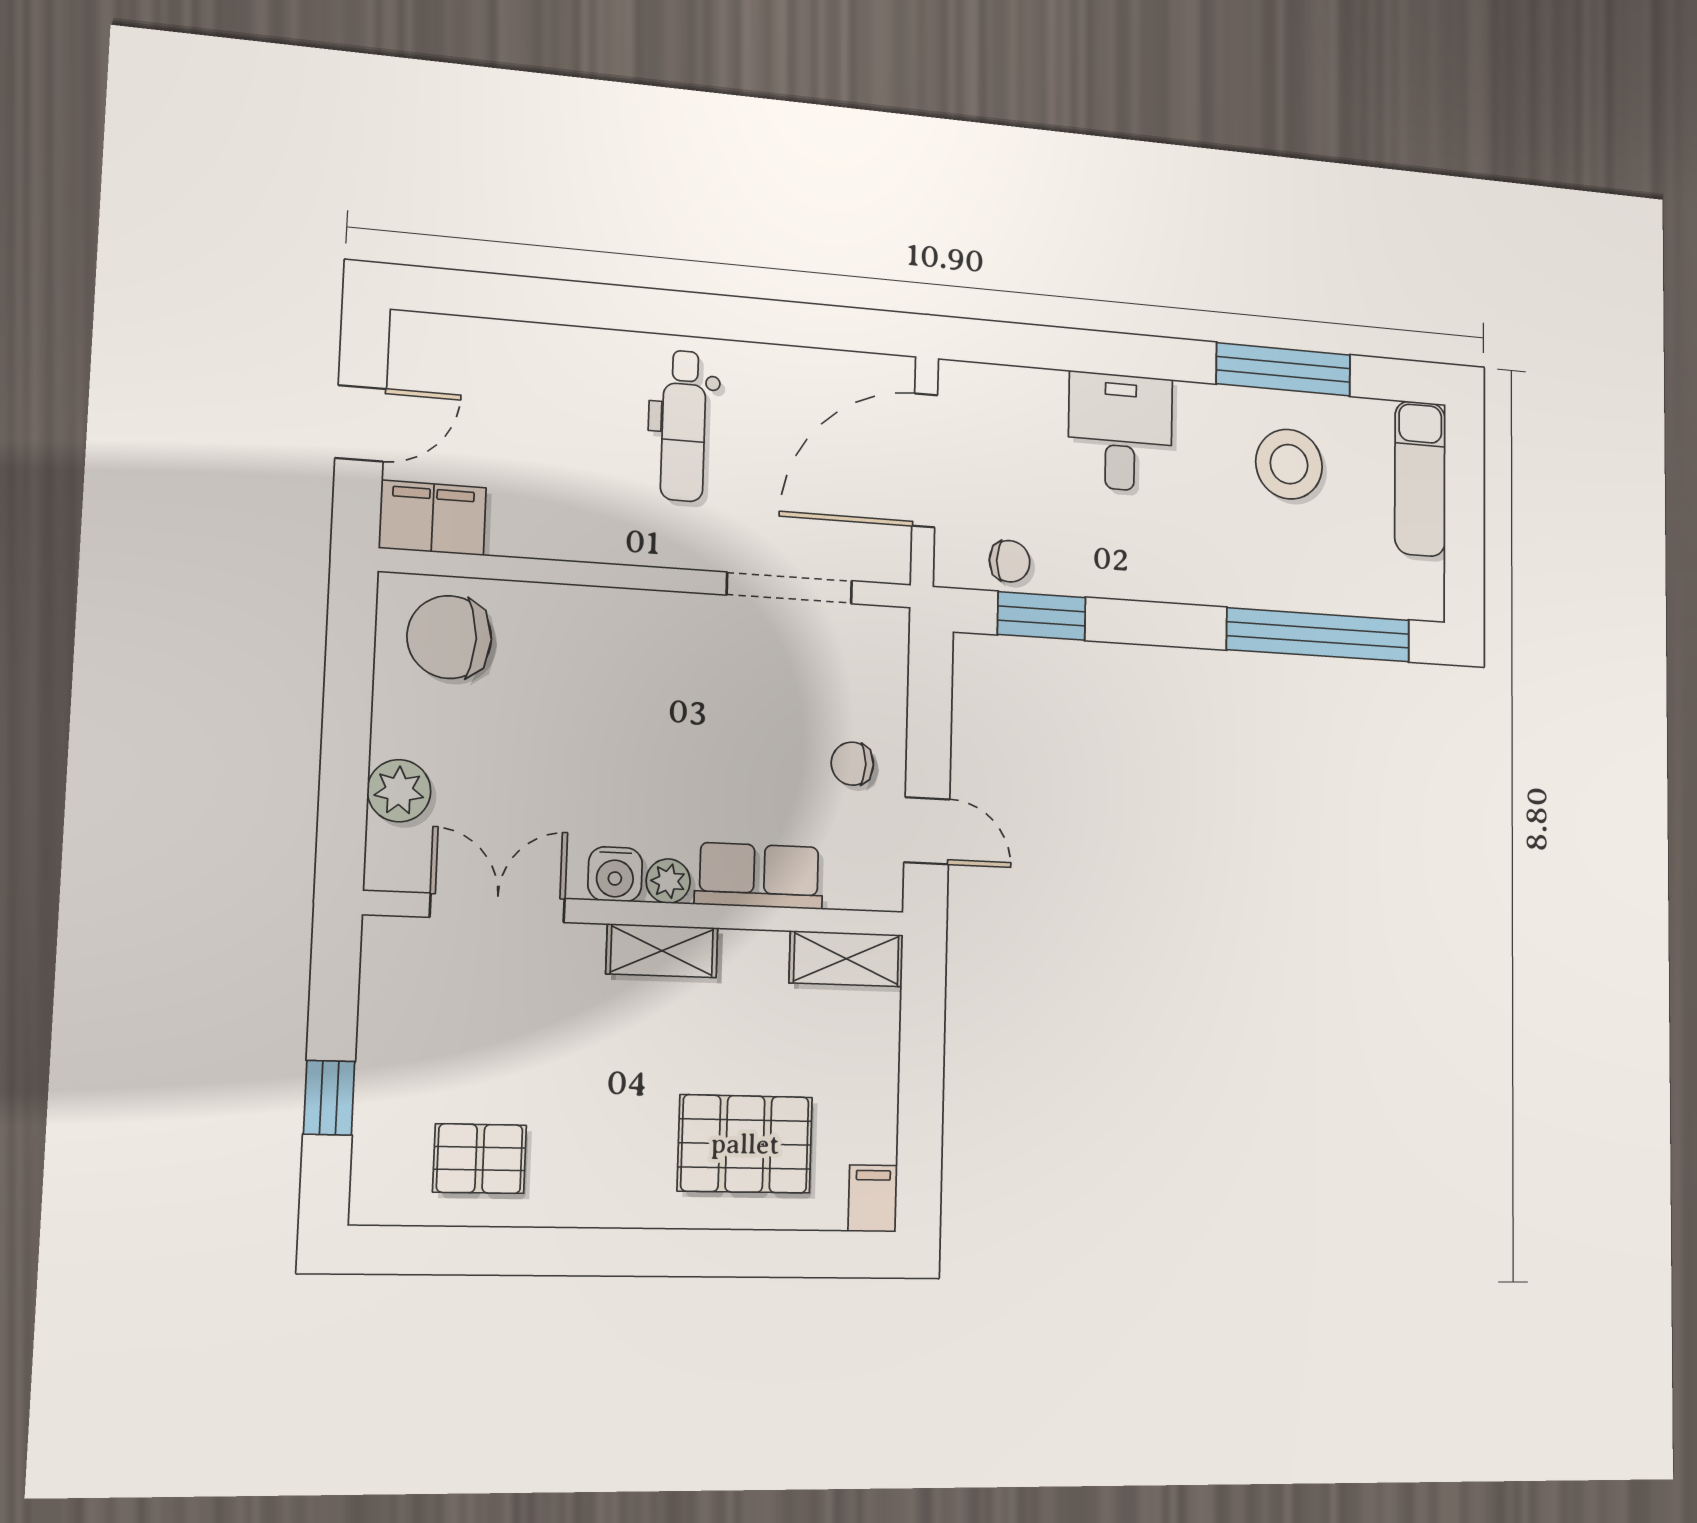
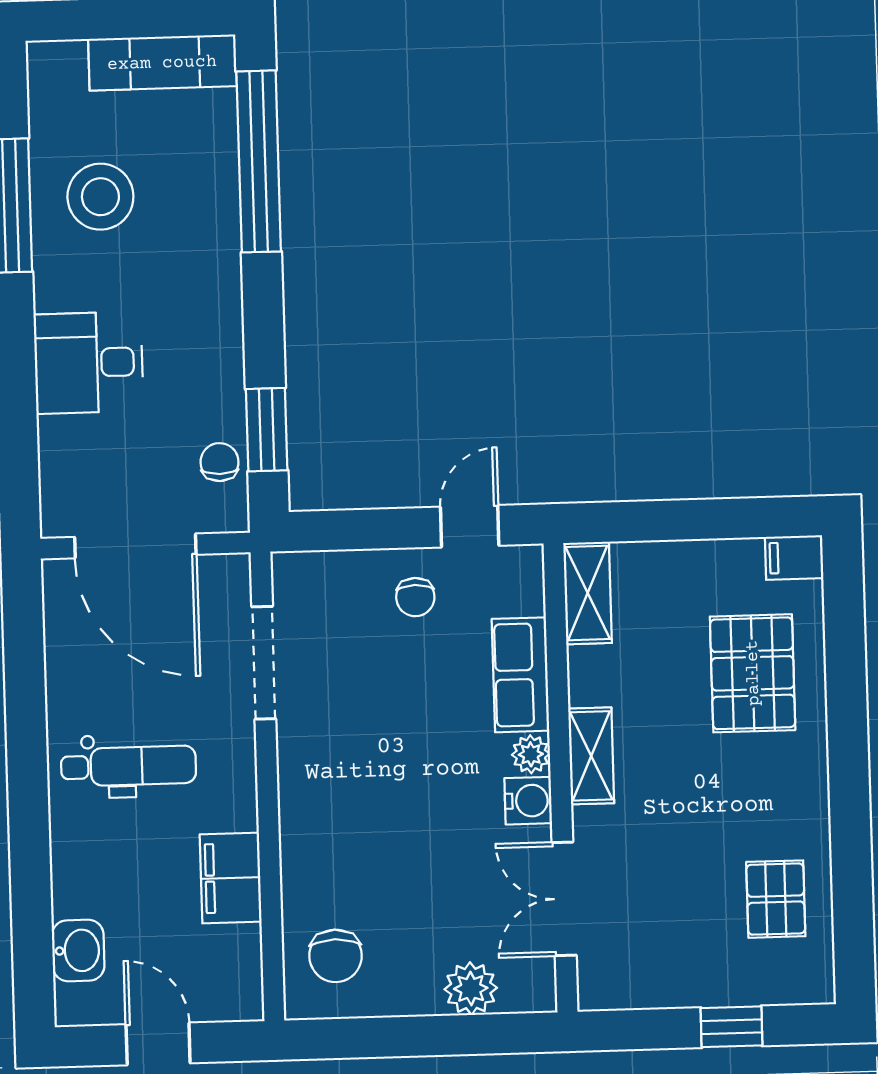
washbasin: (477, 346) -> (78, 950), added
exam couch: (1420, 479) -> (162, 63), moved
filing cabinet: (433, 518) -> (231, 878), moved
chair: (449, 637) -> (336, 956), width x0.73, depth x0.73

